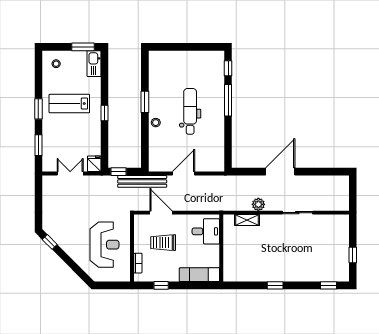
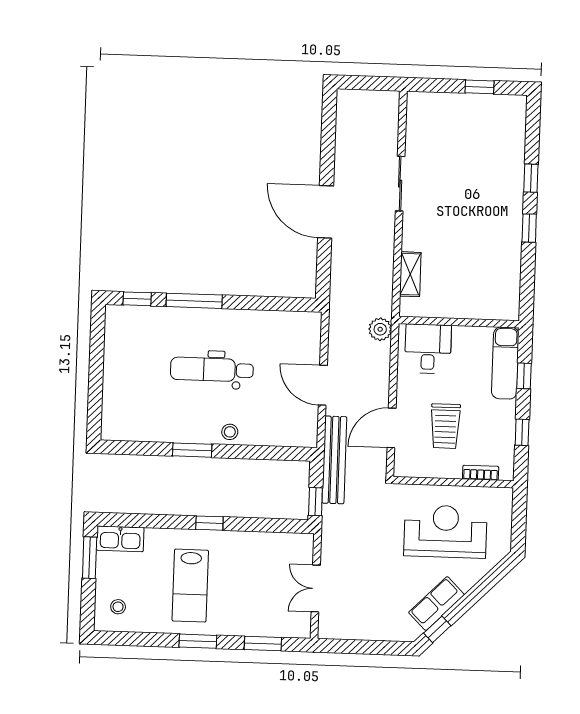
fridge: (94, 164) -> (300, 545), removed
plant: (258, 204) -> (380, 329), moved
row of seats: (64, 241) -> (437, 604), added
window: (193, 285) -> (524, 376), added
window: (328, 285) -> (531, 178), moved

